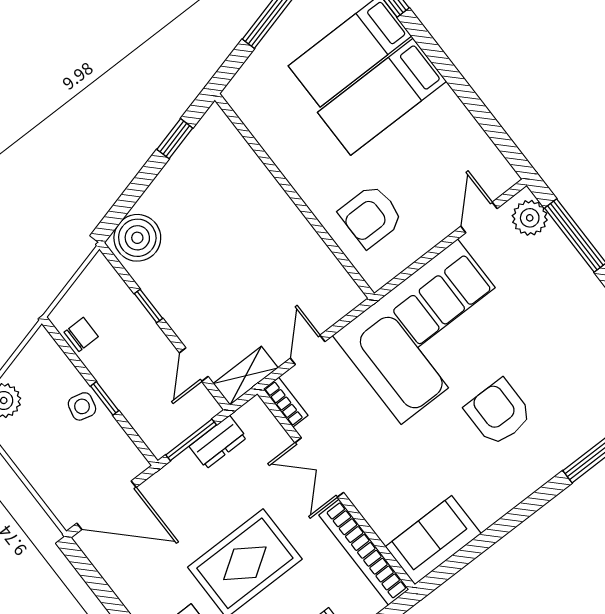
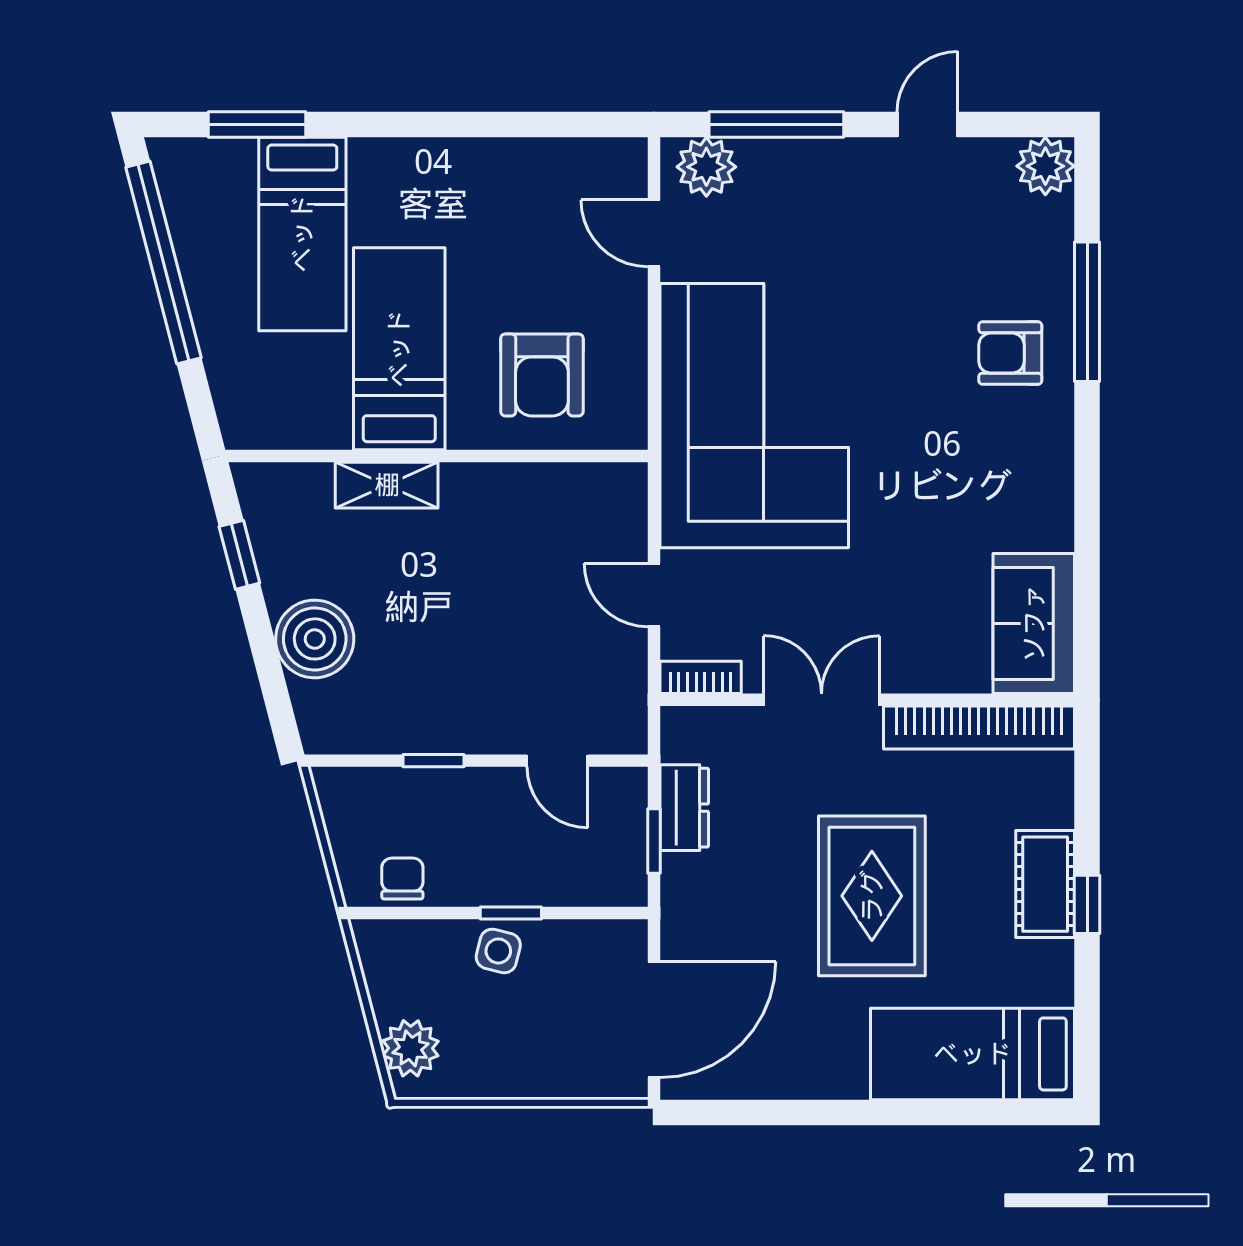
bed: (382, 97) -> (399, 349), moved, turned 180
boiler: (137, 238) -> (315, 639), moved
shelving: (246, 376) -> (387, 485), moved, turned 90
armchair: (498, 412) -> (1010, 353), moved, width x0.72, depth x0.72
window: (191, 440) -> (654, 841), width x0.67
double door: (319, 468) -> (822, 700), swing flipped

